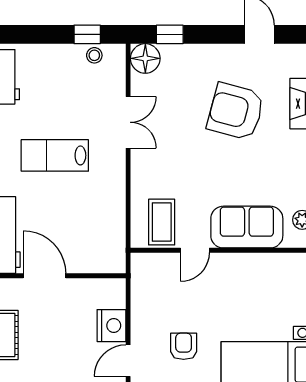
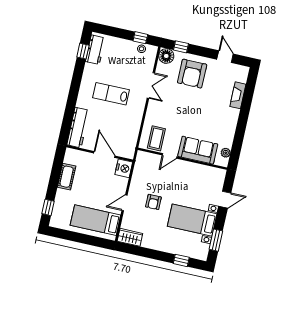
armchair: (236, 111) -> (192, 74), moved, turned -105
door: (44, 276) -> (104, 155), moved
nightstand: (111, 326) -> (124, 168), moved
armchair: (184, 346) -> (153, 202), turned 180

